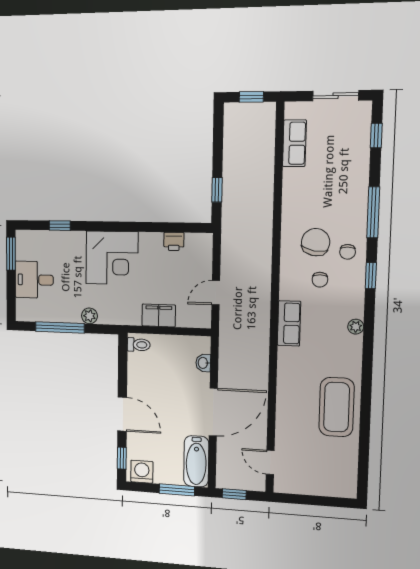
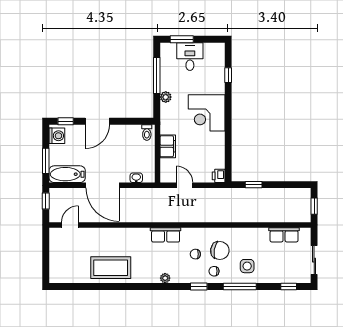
side table: (341, 201) -> (247, 266), added
printer: (174, 241) -> (219, 176), moved
window: (11, 254) -> (182, 39), moved

